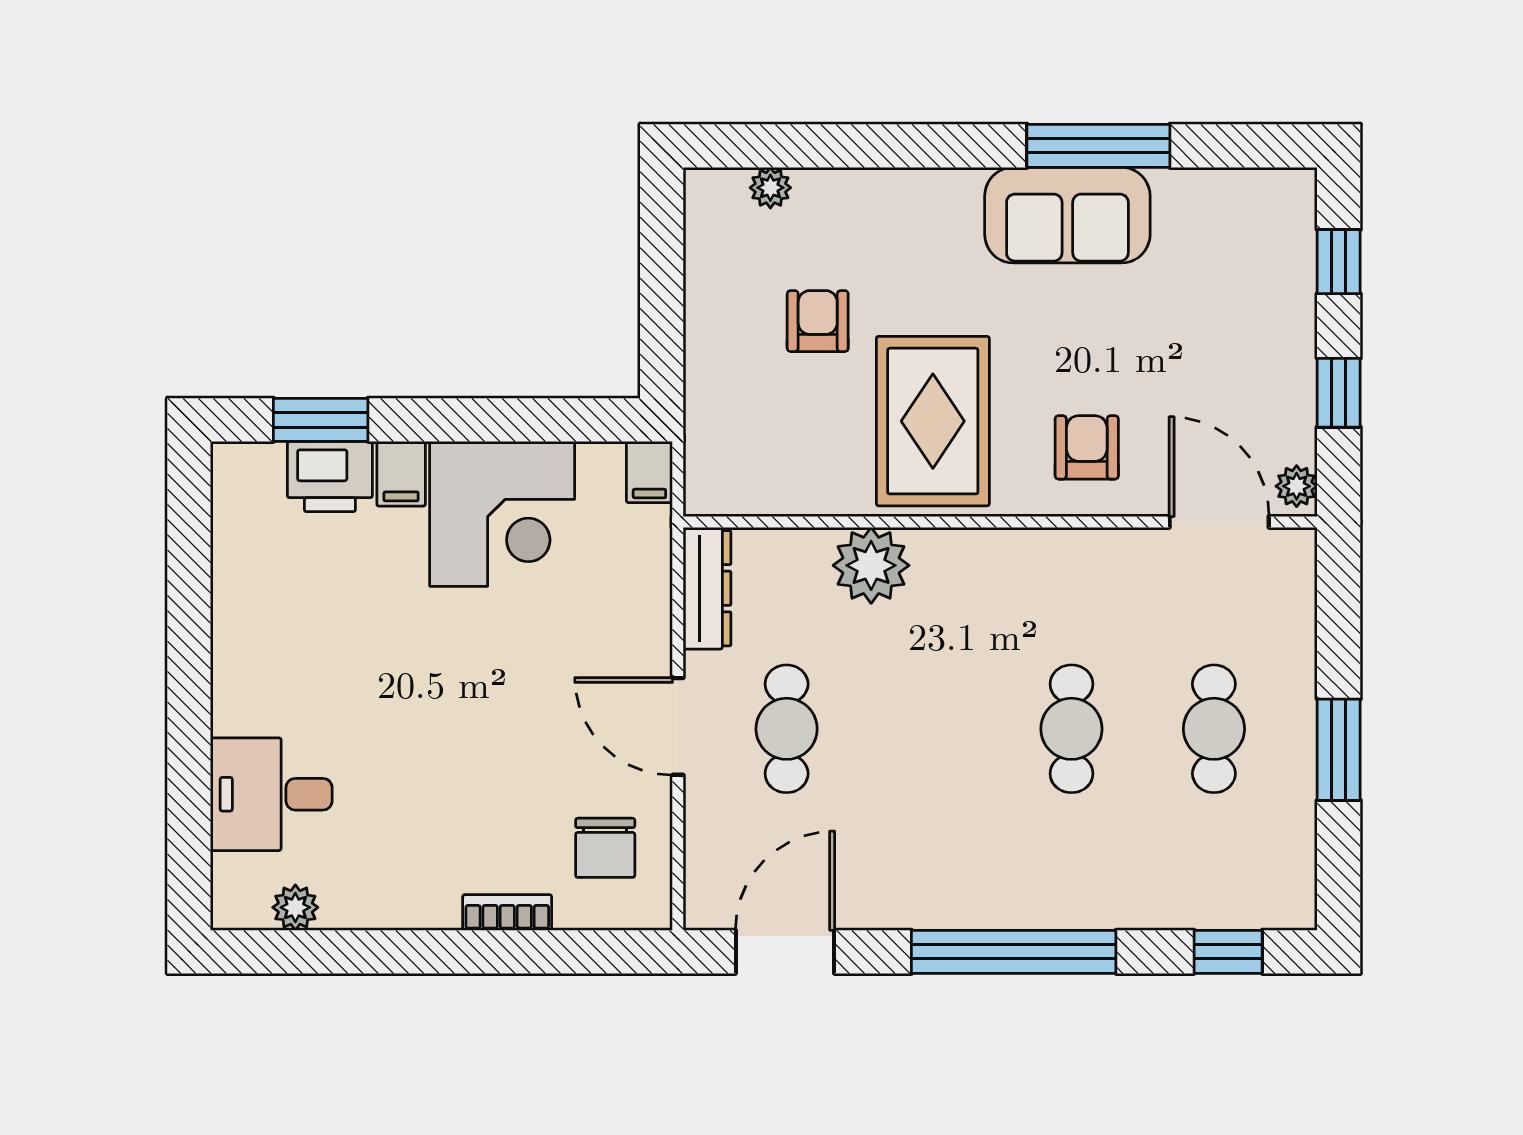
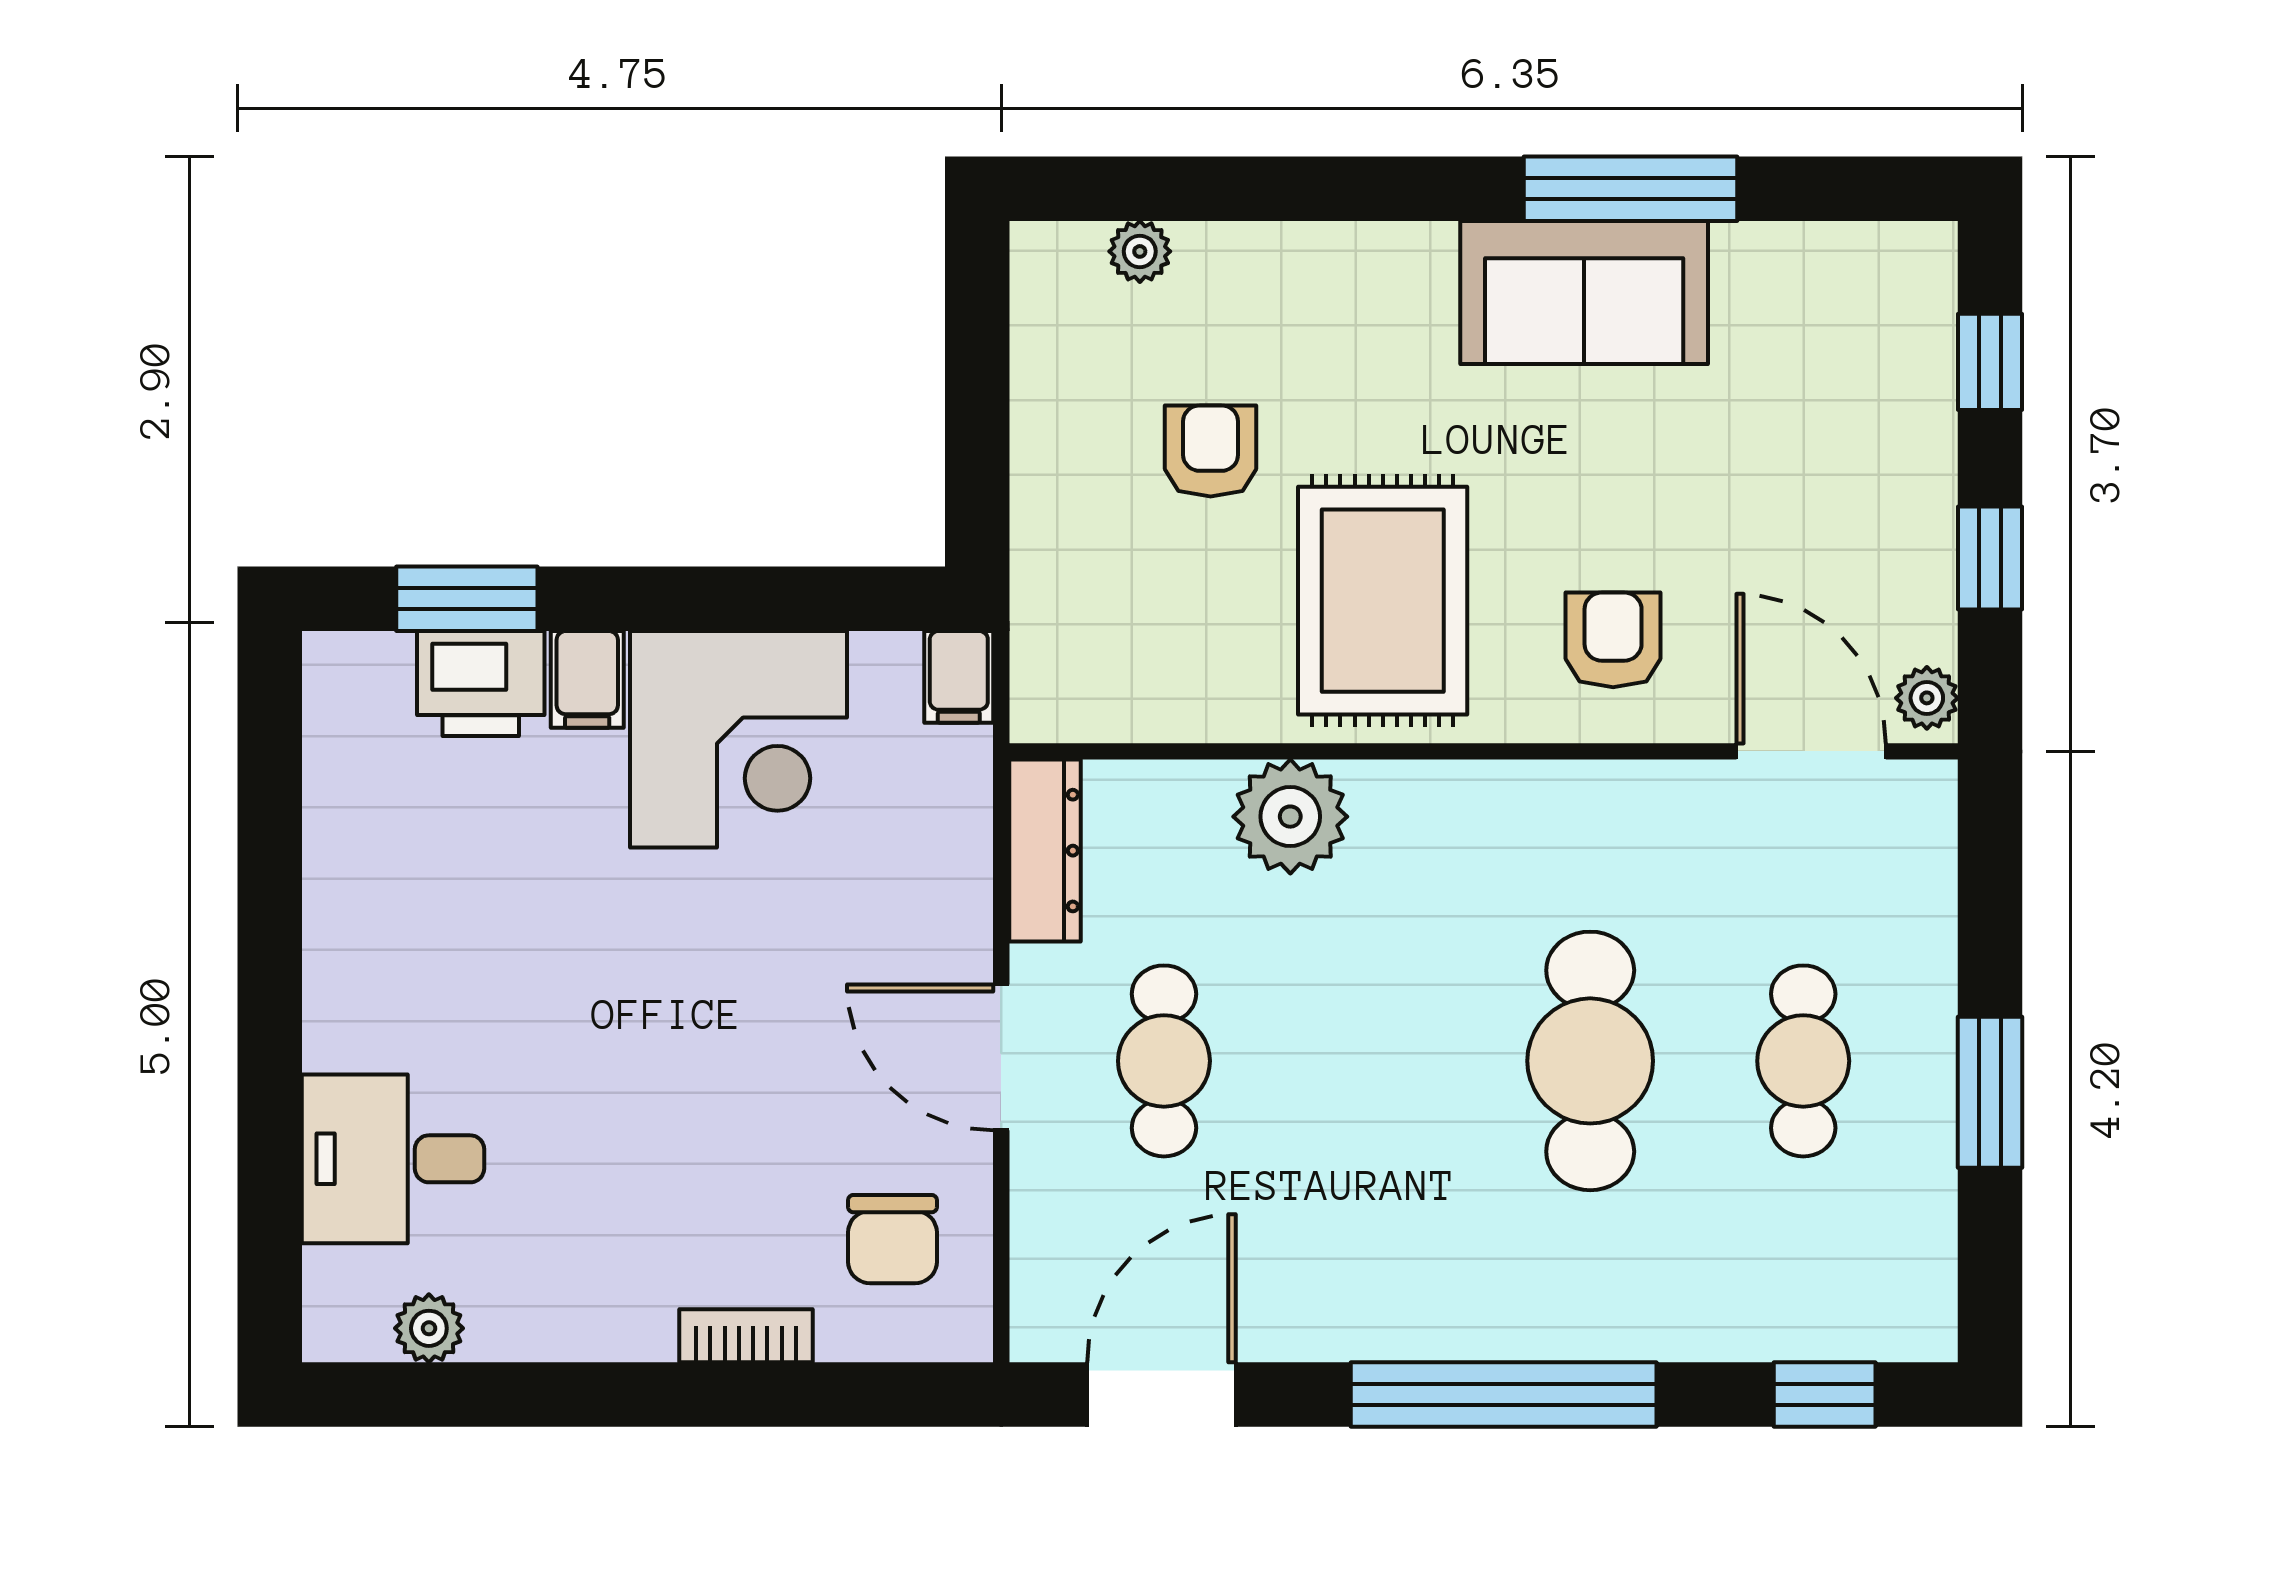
cafe table: (1071, 729) -> (1590, 1061), width x1.37, depth x1.35

